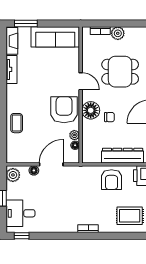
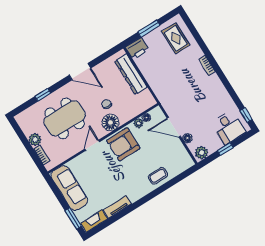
dining table: (120, 72) -> (65, 118), width x1.37
armchair: (111, 180) -> (156, 71), removed

